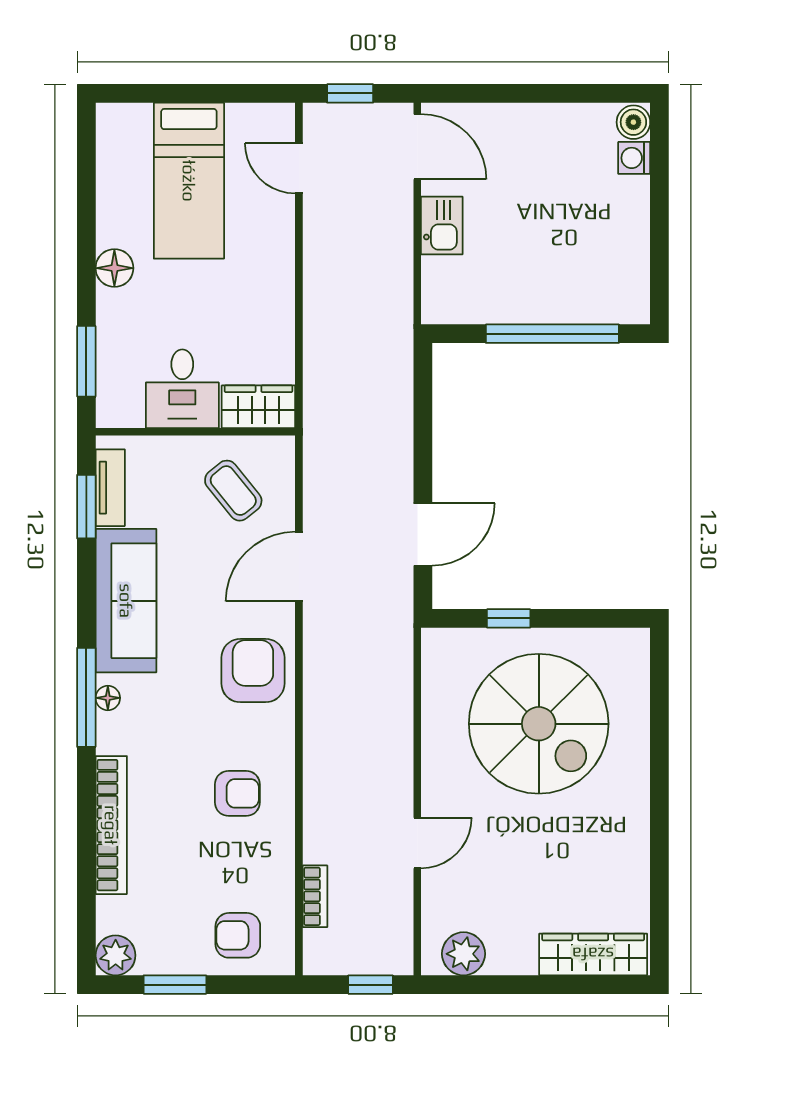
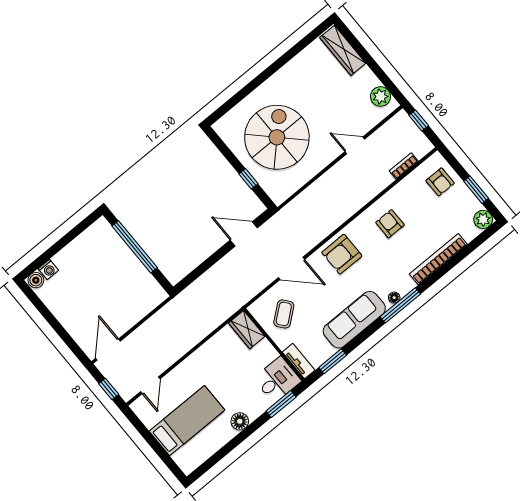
kitchen sink: (442, 225) -> (129, 318), removed
desk: (182, 389) -> (277, 380), moved
tv unit: (110, 488) -> (299, 361), moved, turned 90

